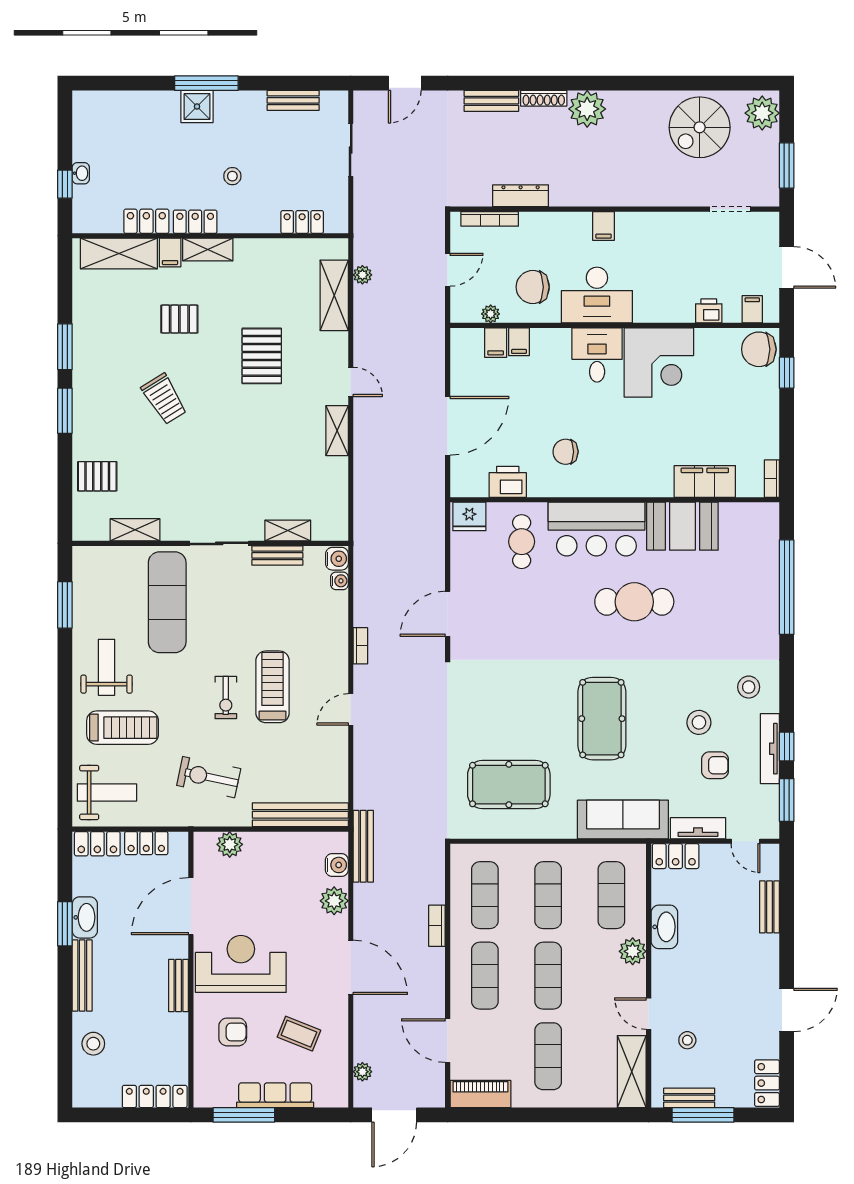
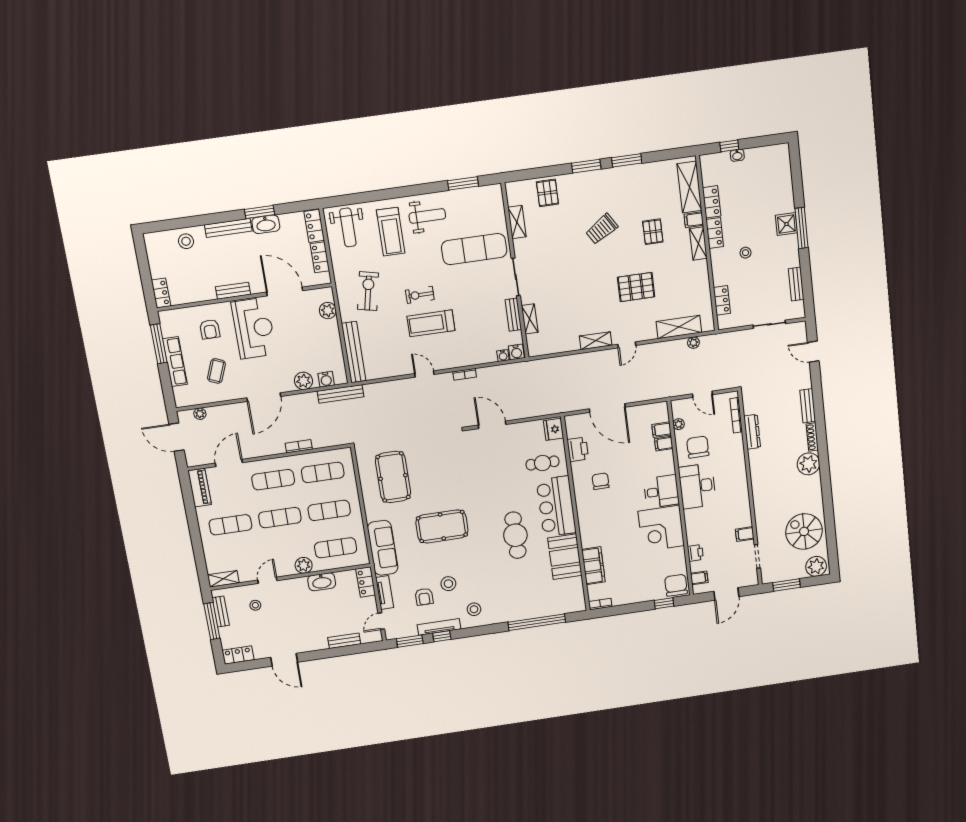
filing cabinet: (603, 226) -> (745, 534), moved
treadmill: (273, 687) -> (431, 323), turned 180
shelving: (632, 1072) -> (223, 579), width x0.67, depth x0.75
locker: (155, 1096) -> (161, 293), width x0.66

